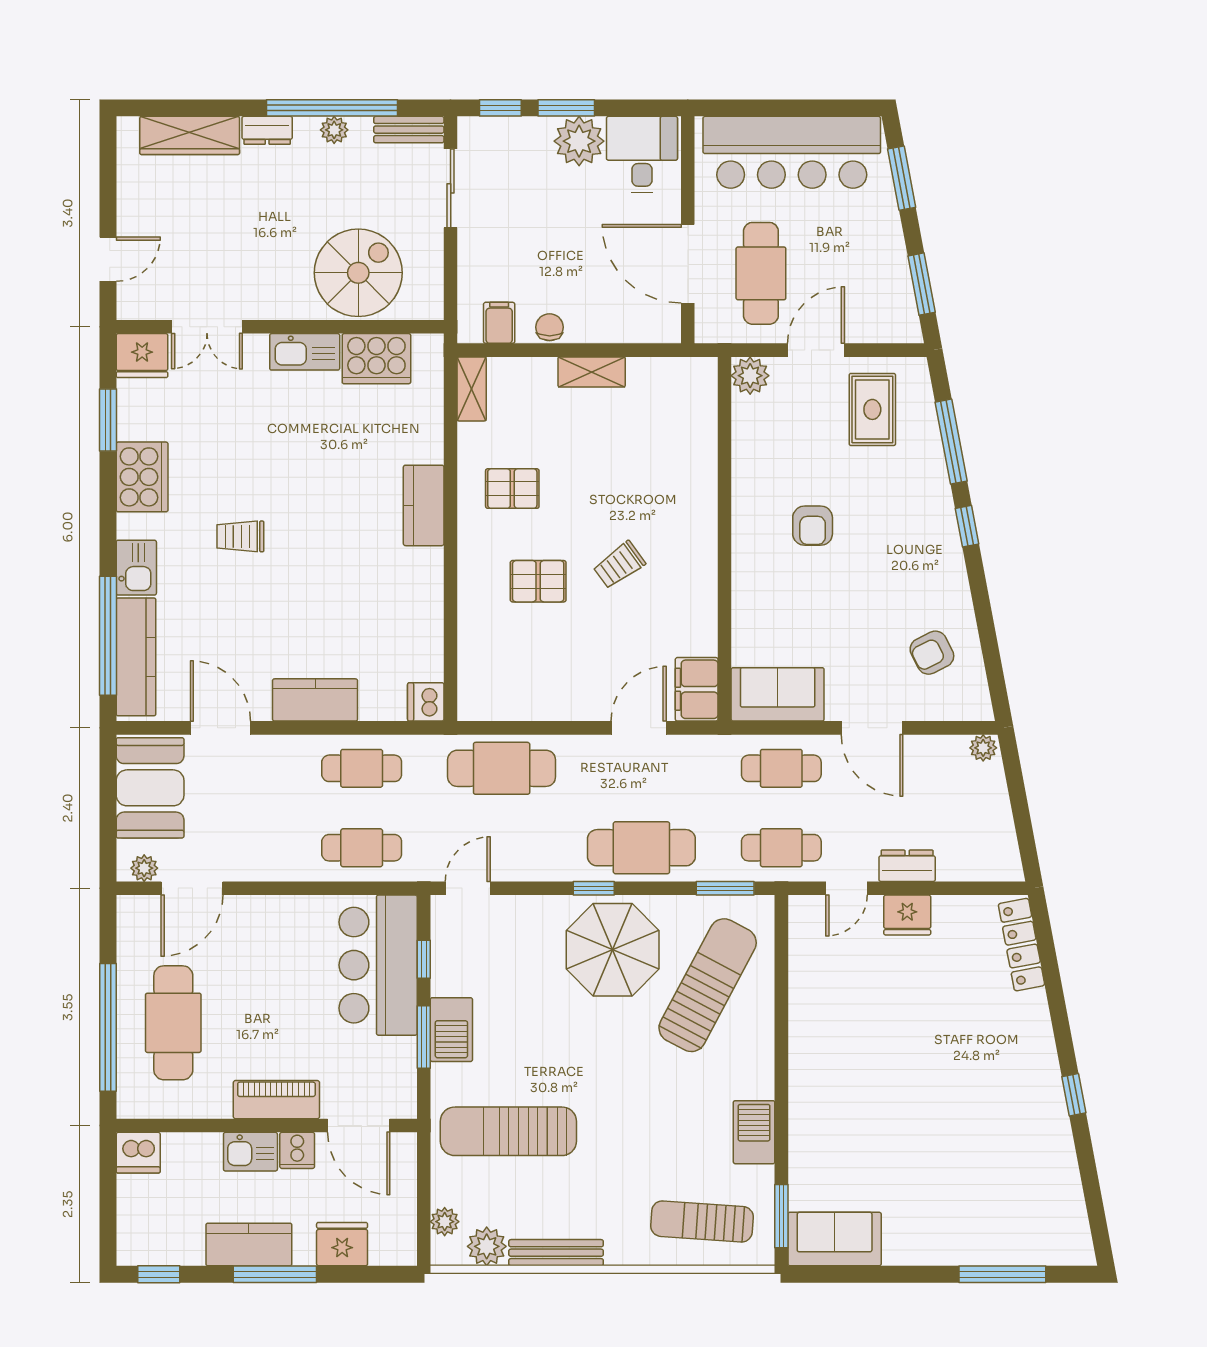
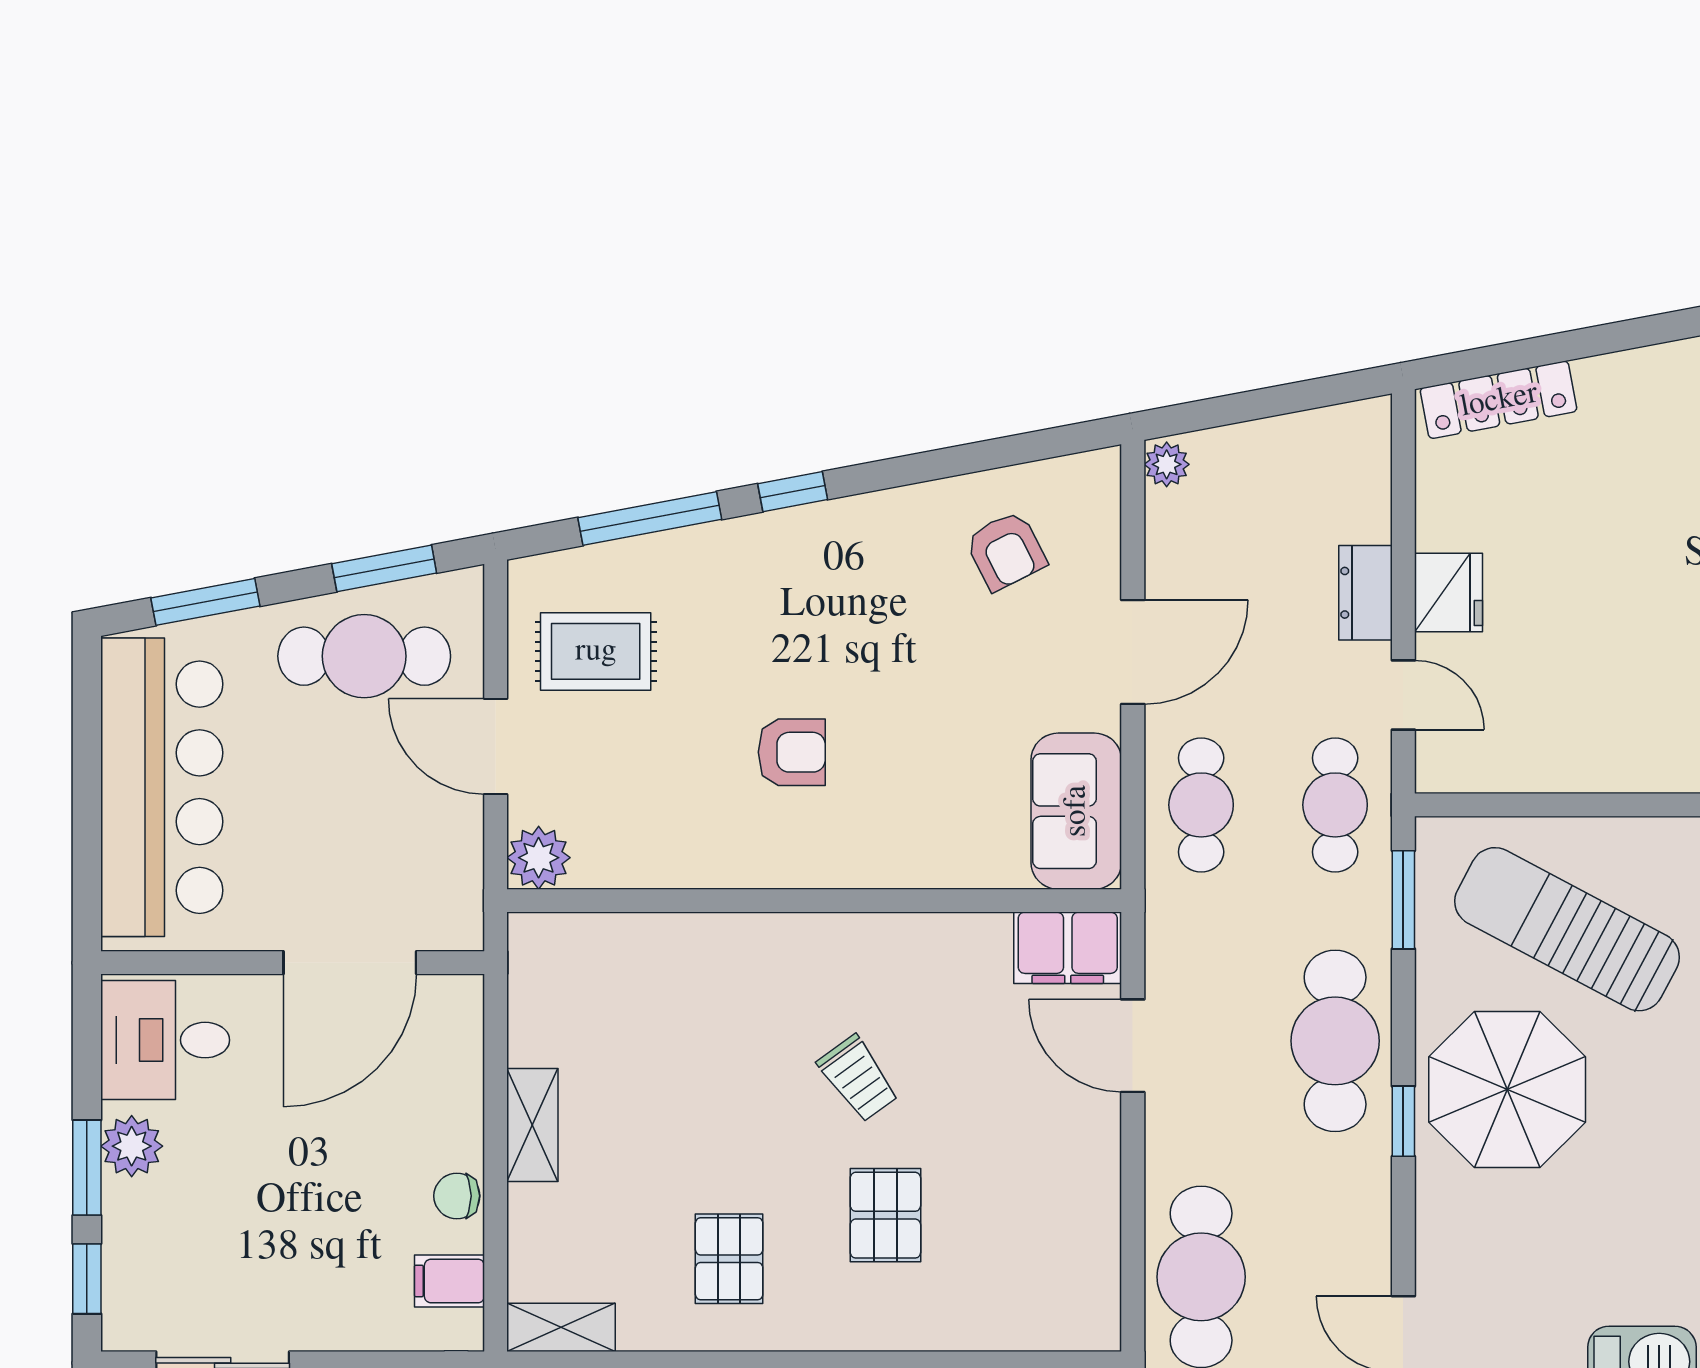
plant: (579, 141) -> (132, 1146), width x0.73, depth x0.73
cafe table: (761, 273) -> (364, 656), moved

